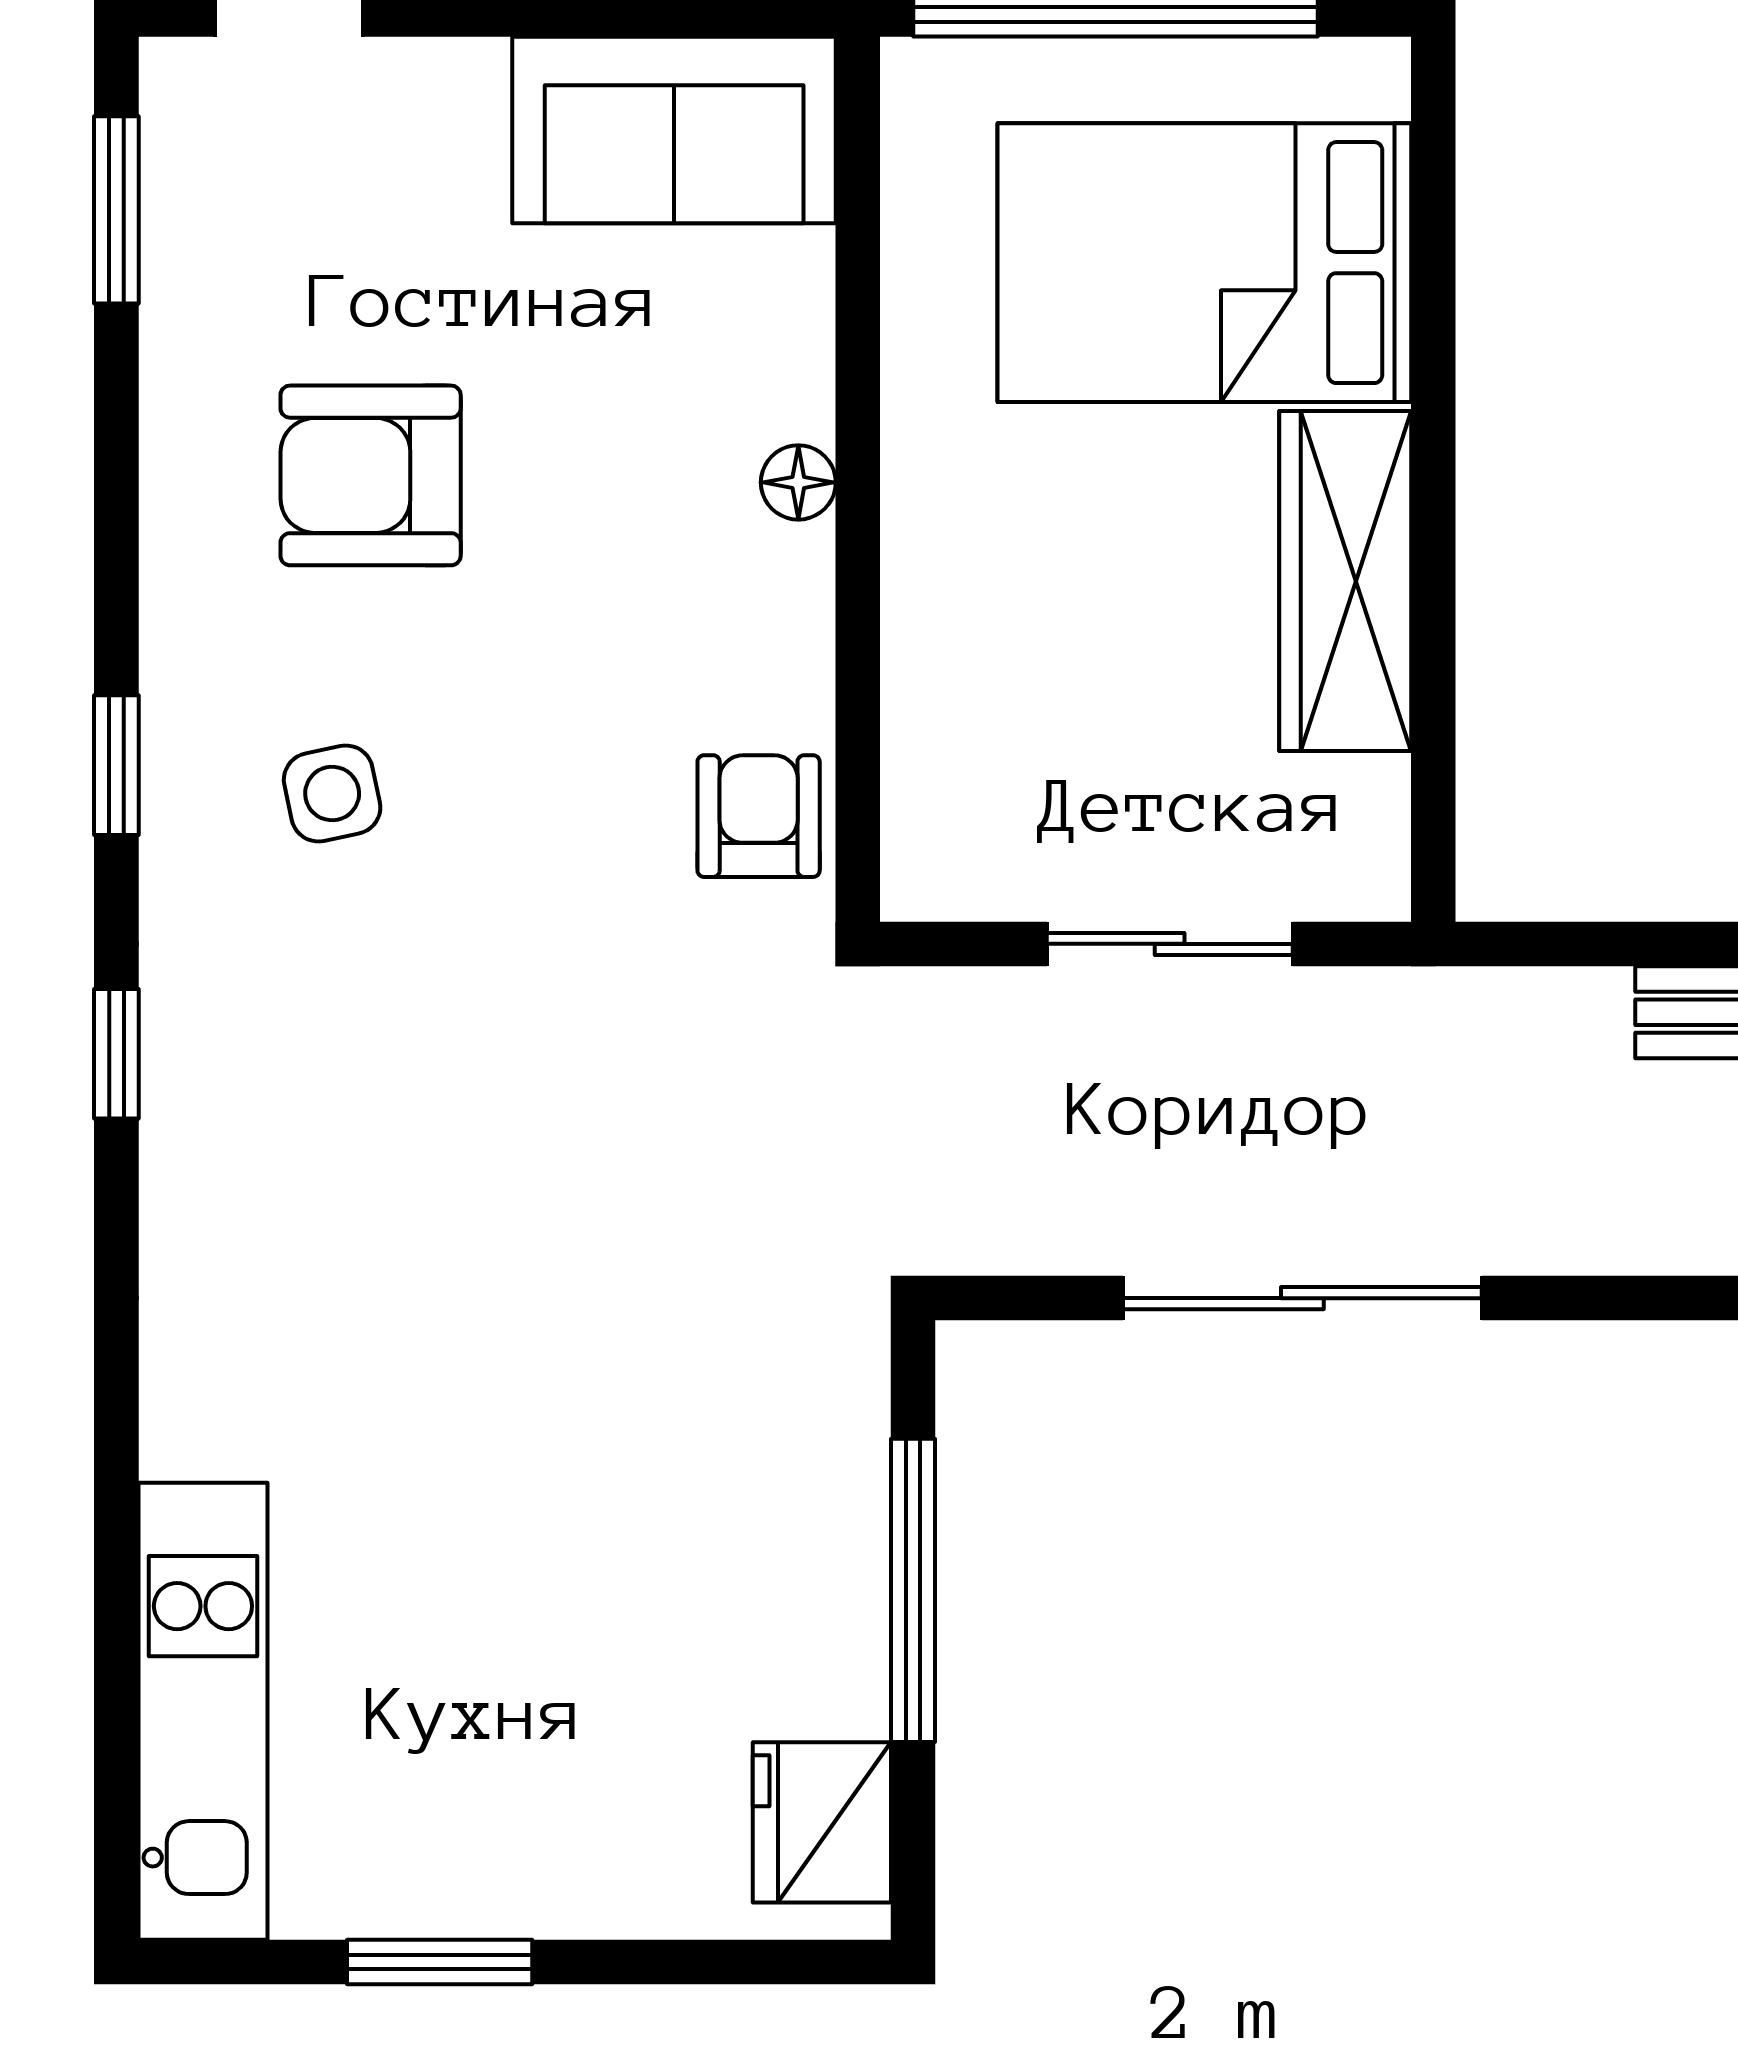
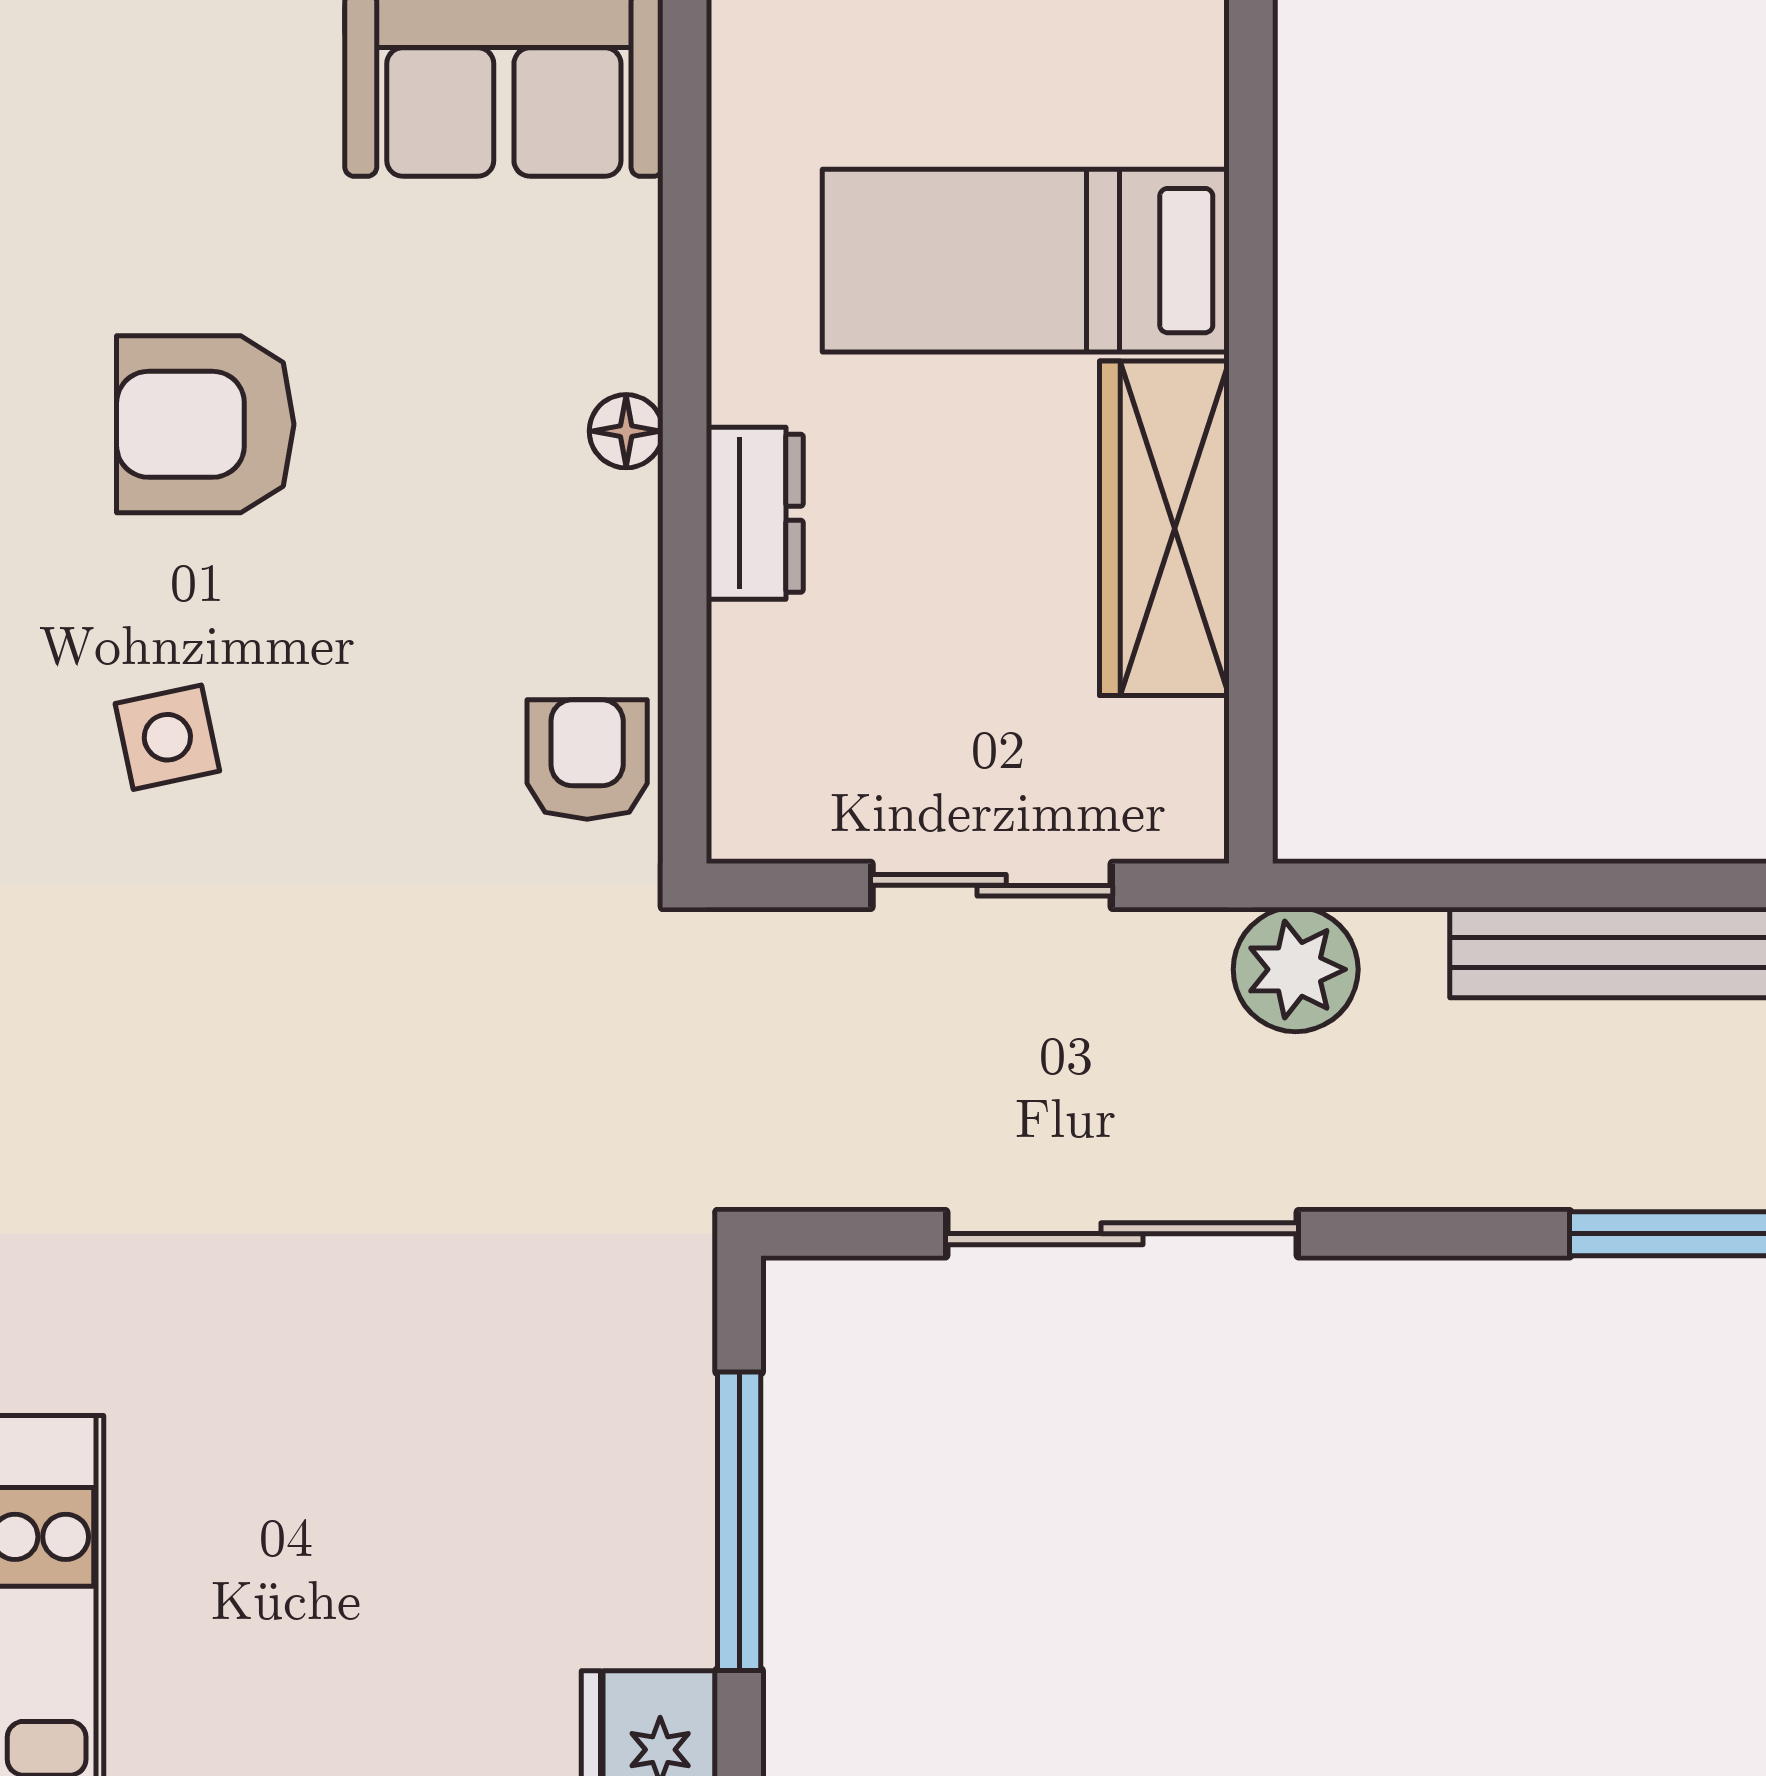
bed: (1204, 263) -> (1026, 261), width x0.67
dresser: (929, 566) -> (755, 513), added
plant: (1479, 1029) -> (1296, 969), added

